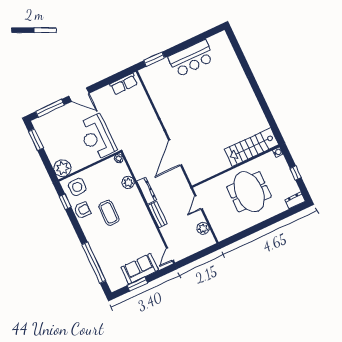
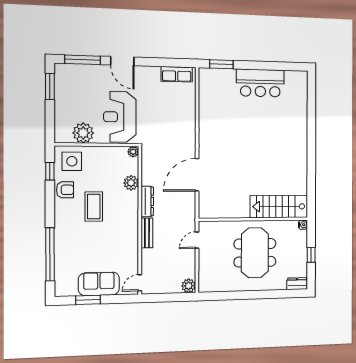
plant: (62, 168) -> (83, 133), moved
plant: (203, 228) -> (189, 286), moved

